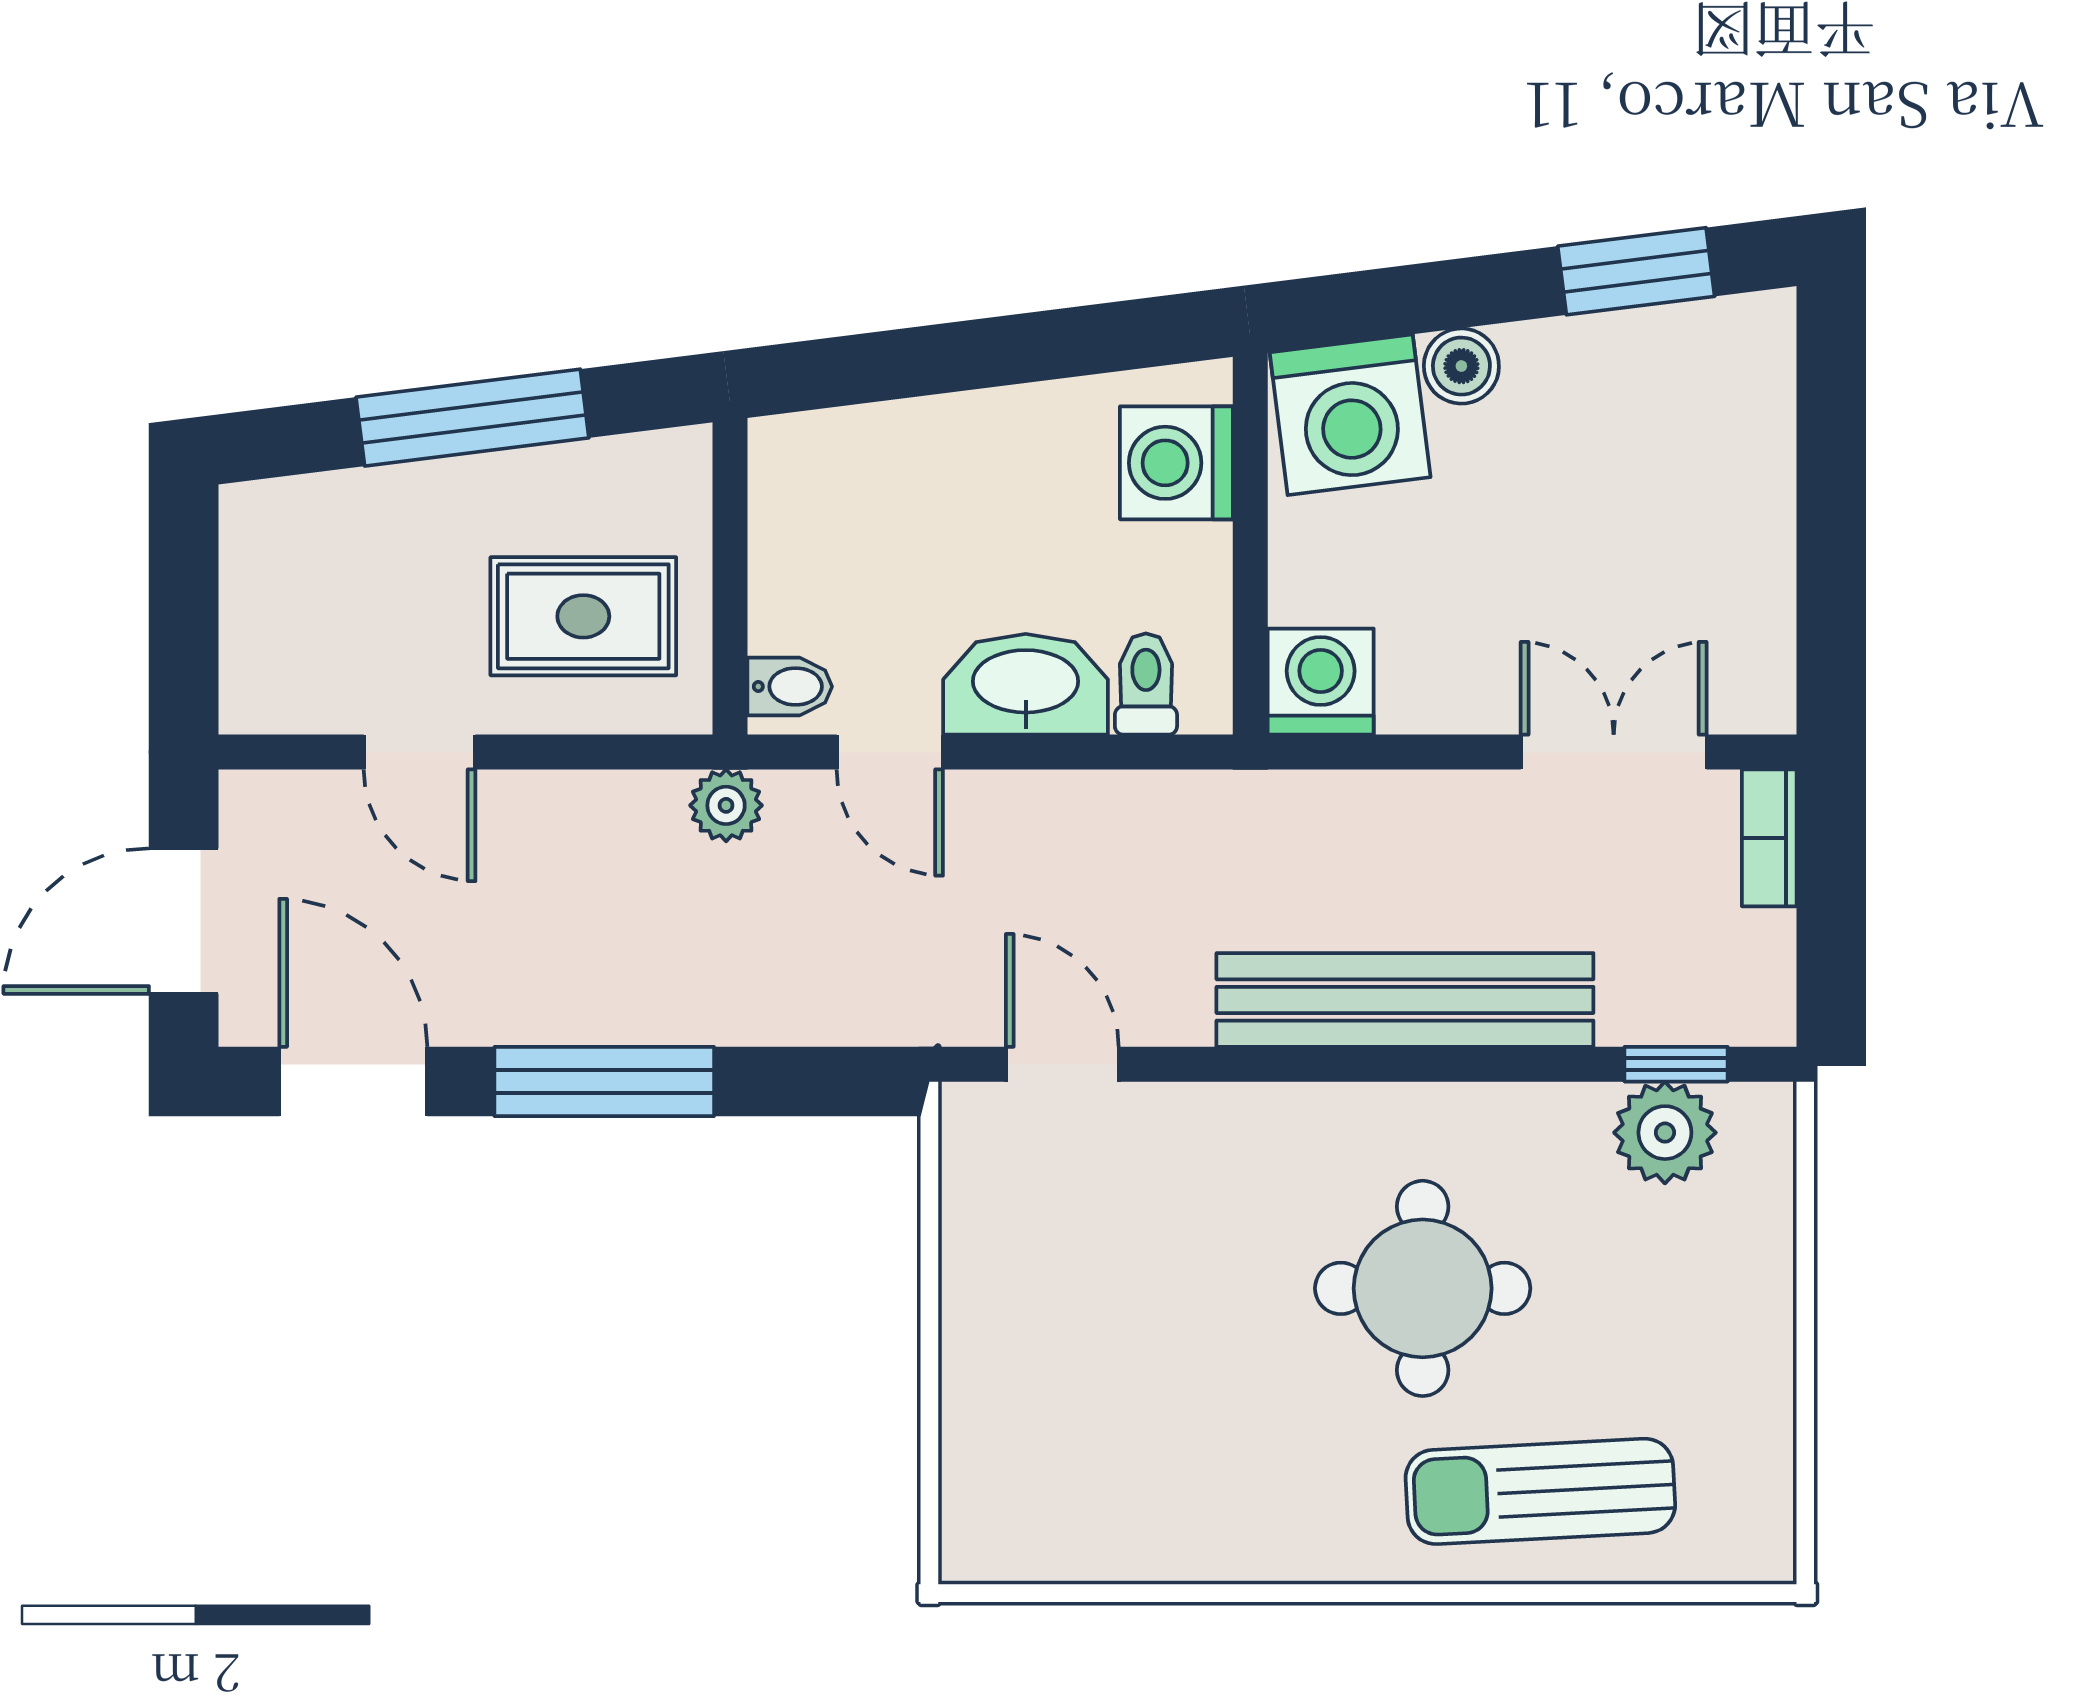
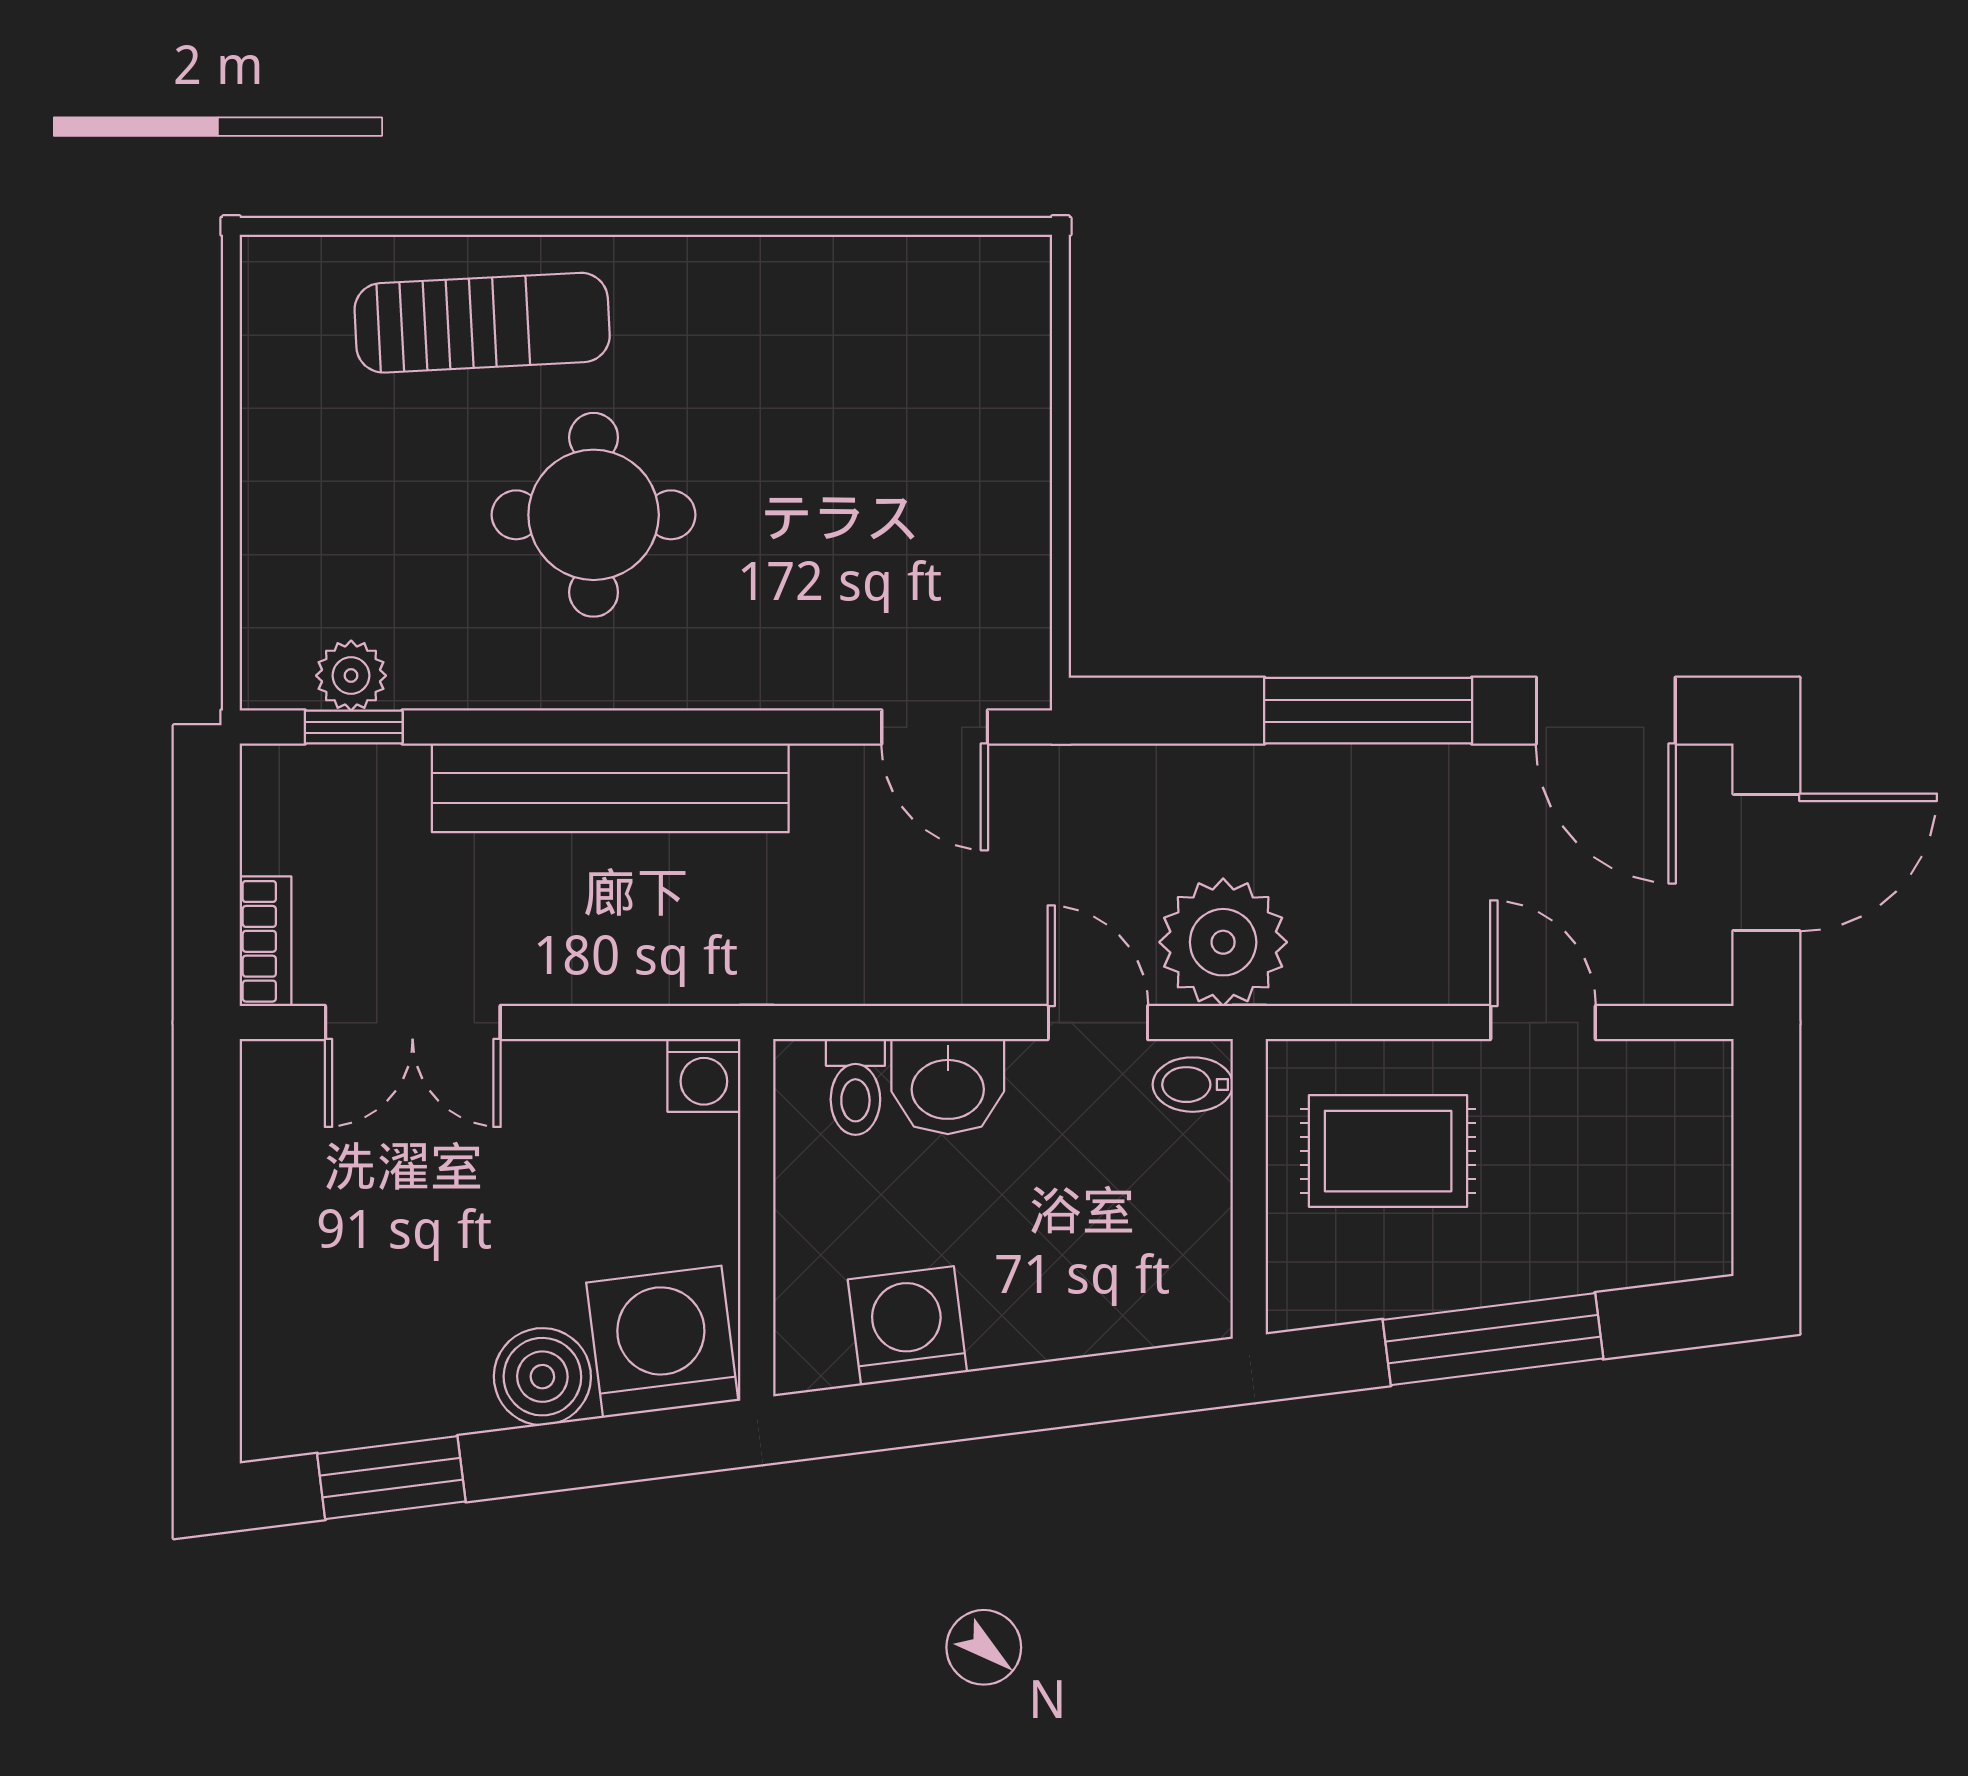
boiler: (1461, 366) -> (542, 1377), width x1.36, depth x1.36
washing machine: (1176, 463) -> (907, 1326), moved, turned -97
washing machine: (1321, 682) -> (704, 1075), width x0.73, depth x0.73
washbasin: (1026, 684) -> (948, 1087), width x0.72
plant: (726, 805) -> (1223, 942), width x1.88, depth x1.88
plant: (1665, 1133) -> (351, 676), width x0.73, depth x0.73

